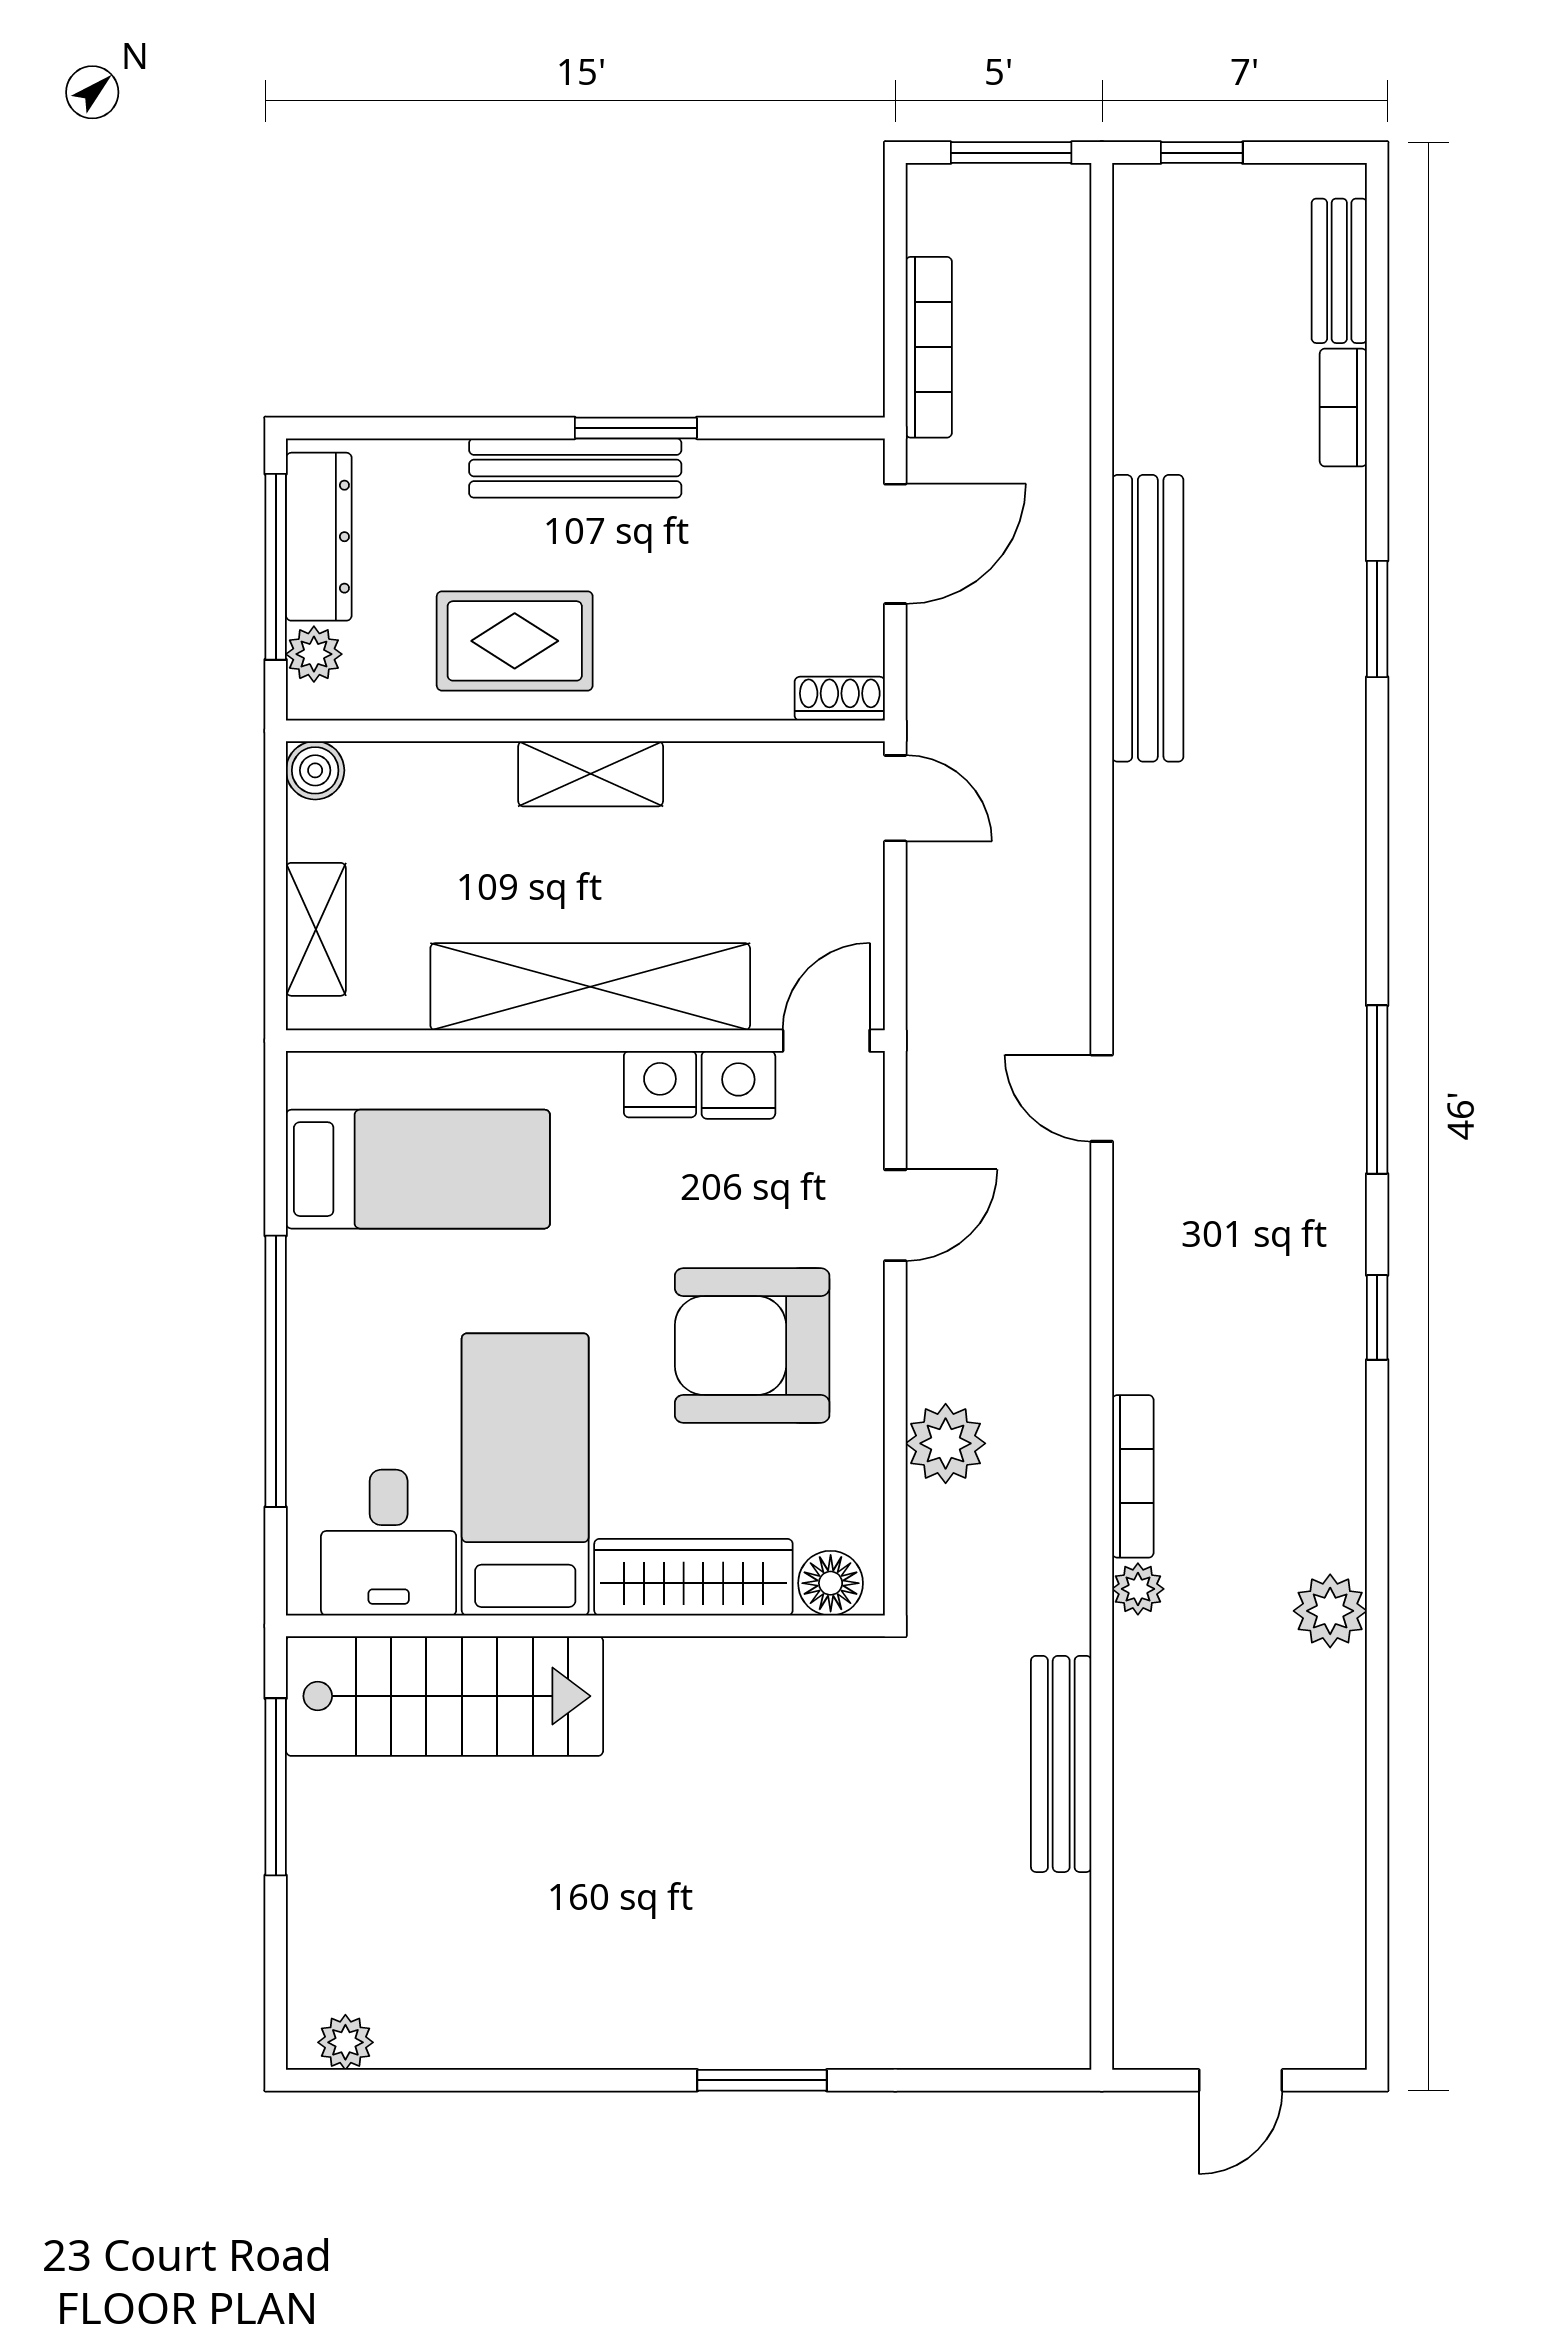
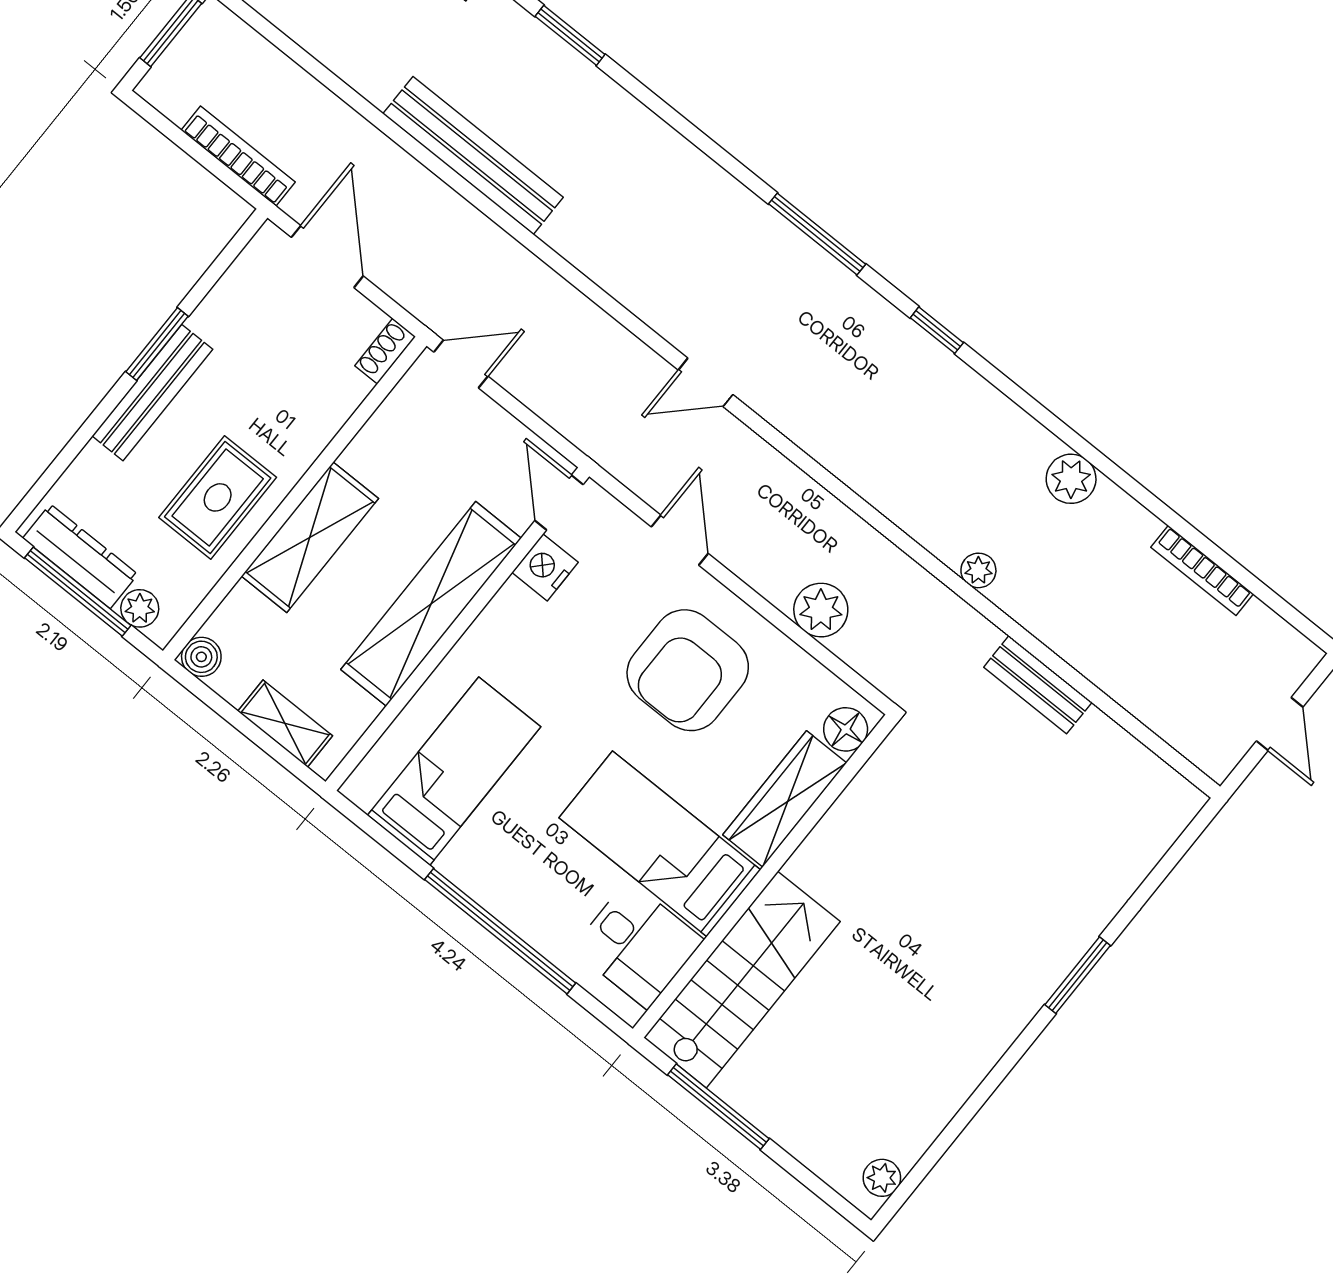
shelving: (591, 774) -> (310, 537), width x1.50, depth x1.33
nightstand: (660, 1084) -> (512, 608), removed
bookcase: (1133, 1476) -> (1202, 570), moved, turned 180
bench: (1061, 1764) -> (1038, 685), width x0.73

